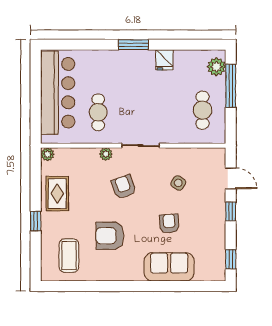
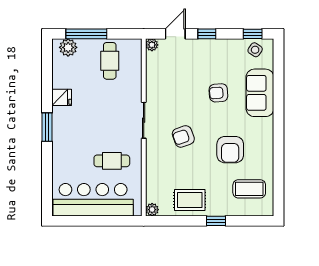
cafe table: (203, 110) -> (110, 61), turned 90
plant: (106, 154) -> (152, 45), moved
side table: (178, 183) -> (255, 50), moved

